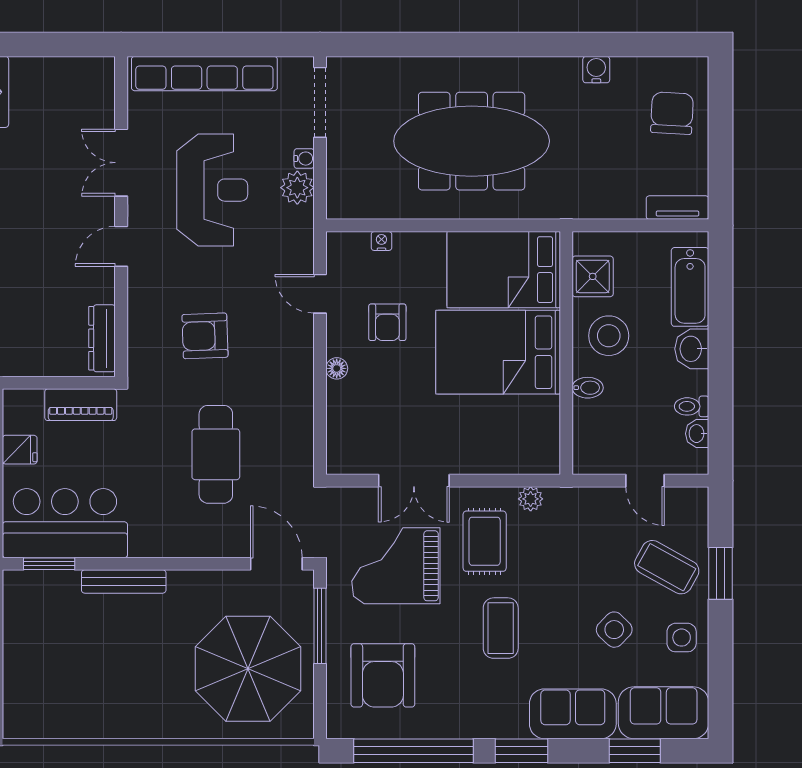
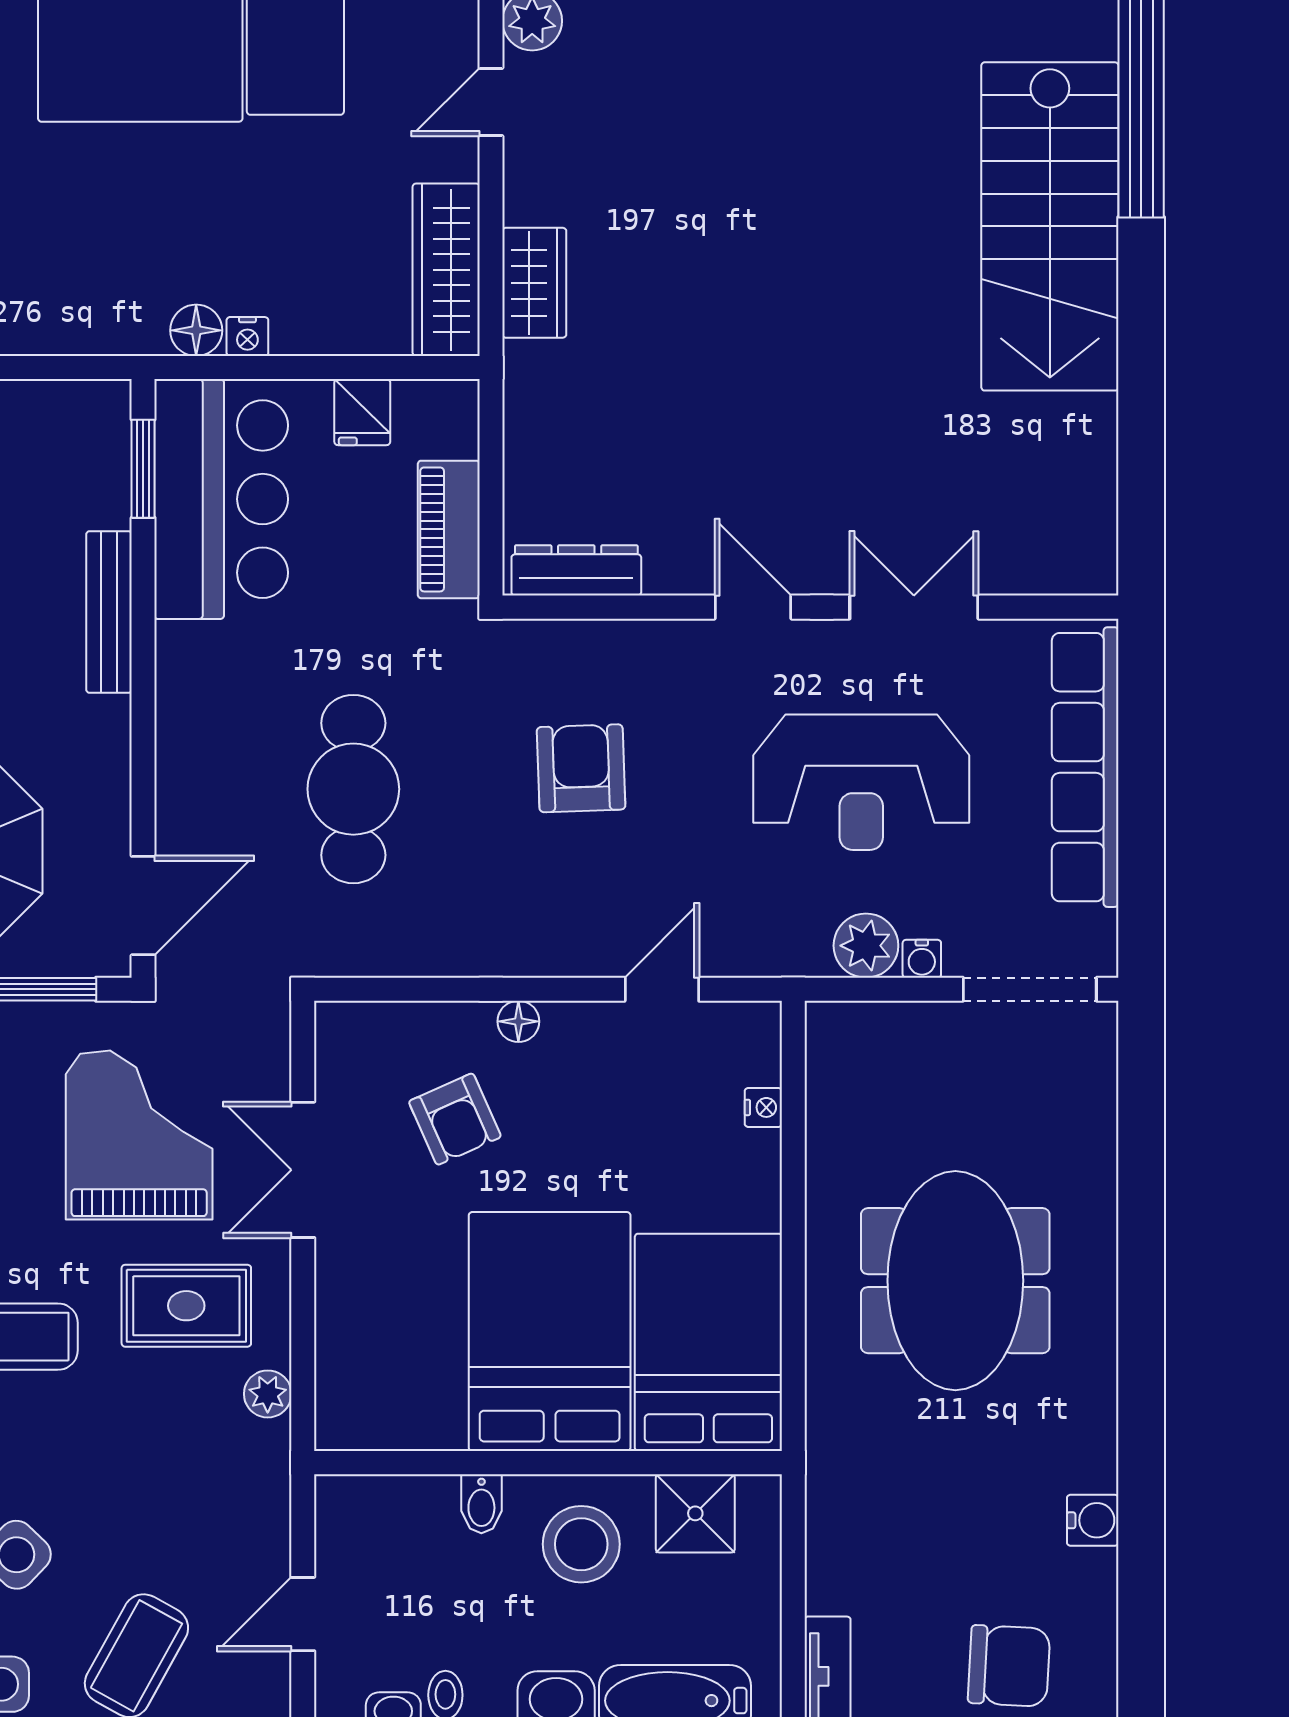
meeting table: (472, 141) -> (955, 1281), width x0.73
armchair: (387, 322) -> (455, 1119), moved, turned -114
cafe table: (216, 454) -> (353, 789), turned 90

